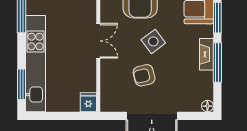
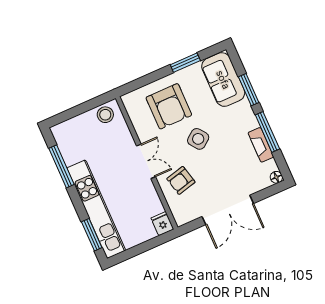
fireplace: (206, 54) -> (261, 145), moved
armchair: (144, 75) -> (181, 180), moved

